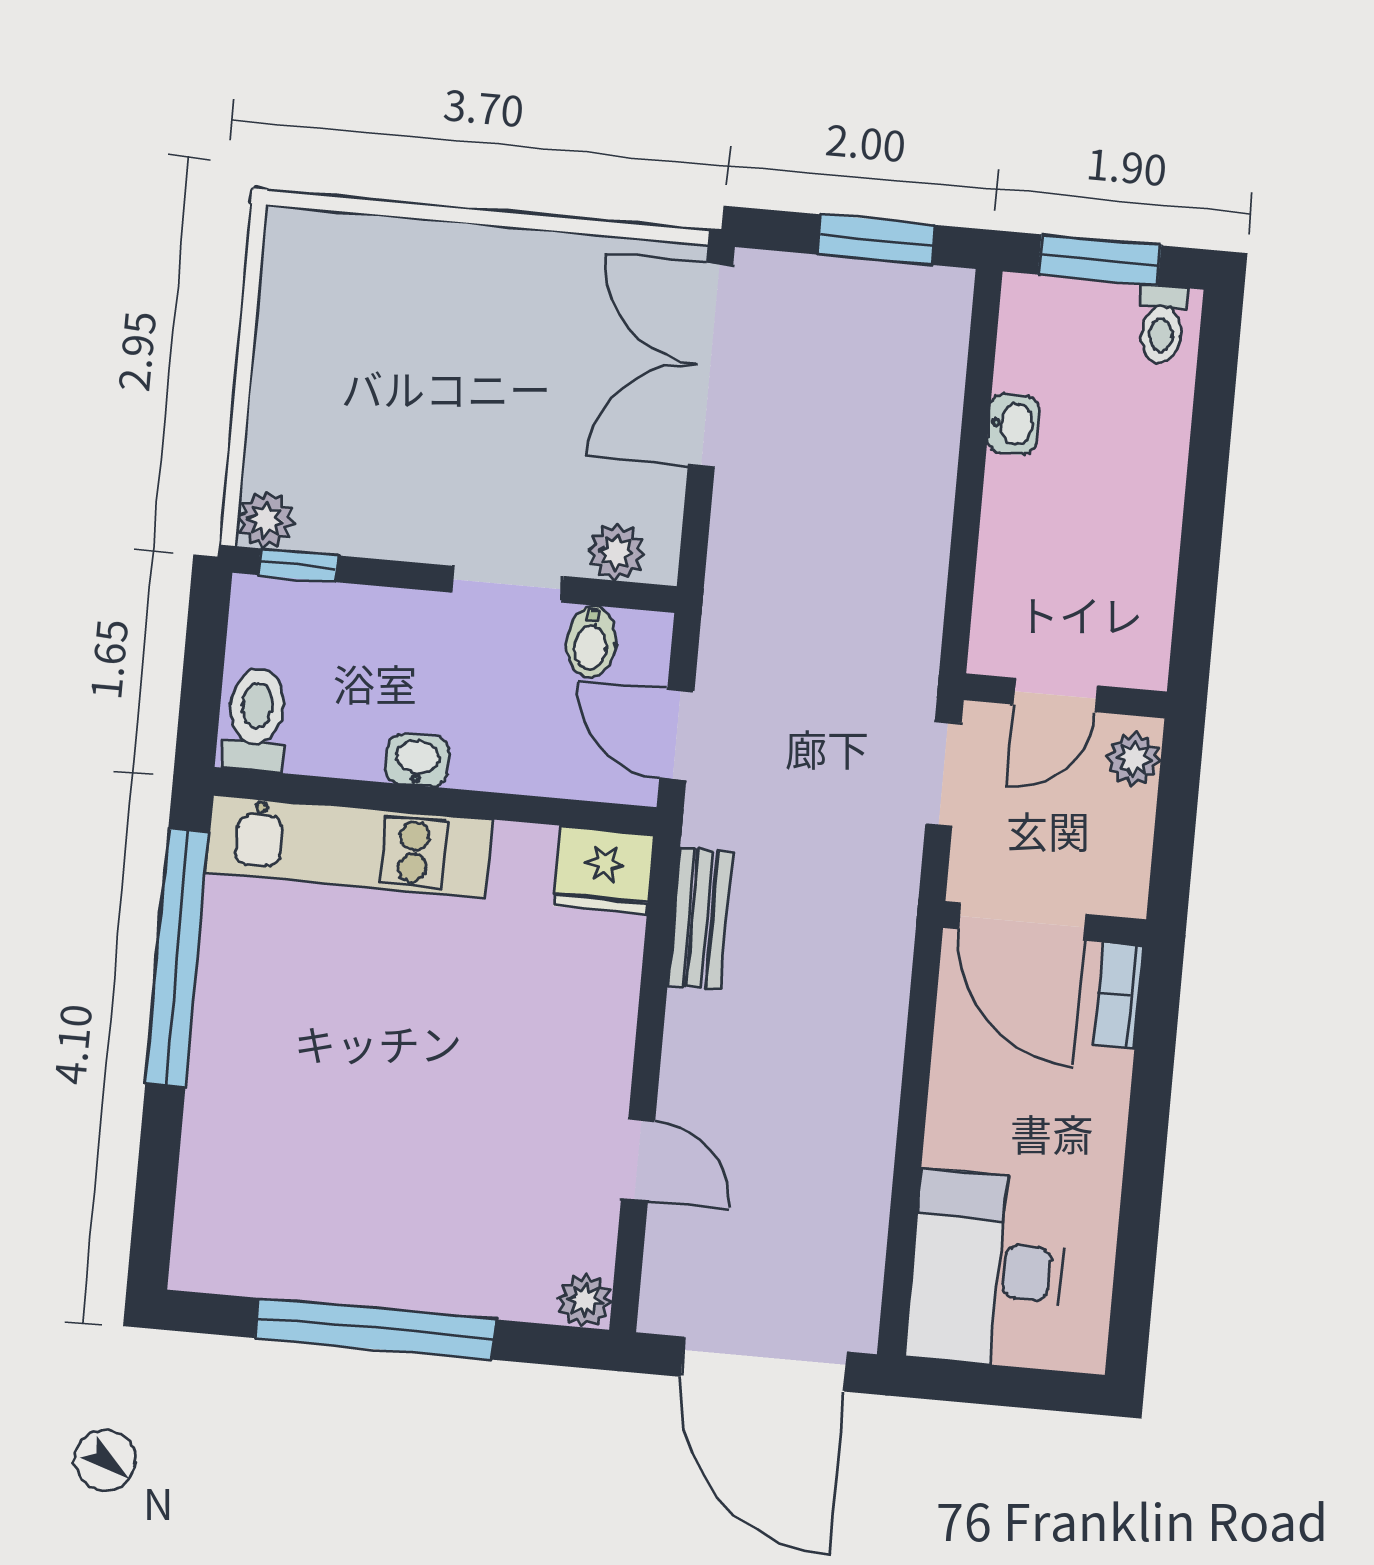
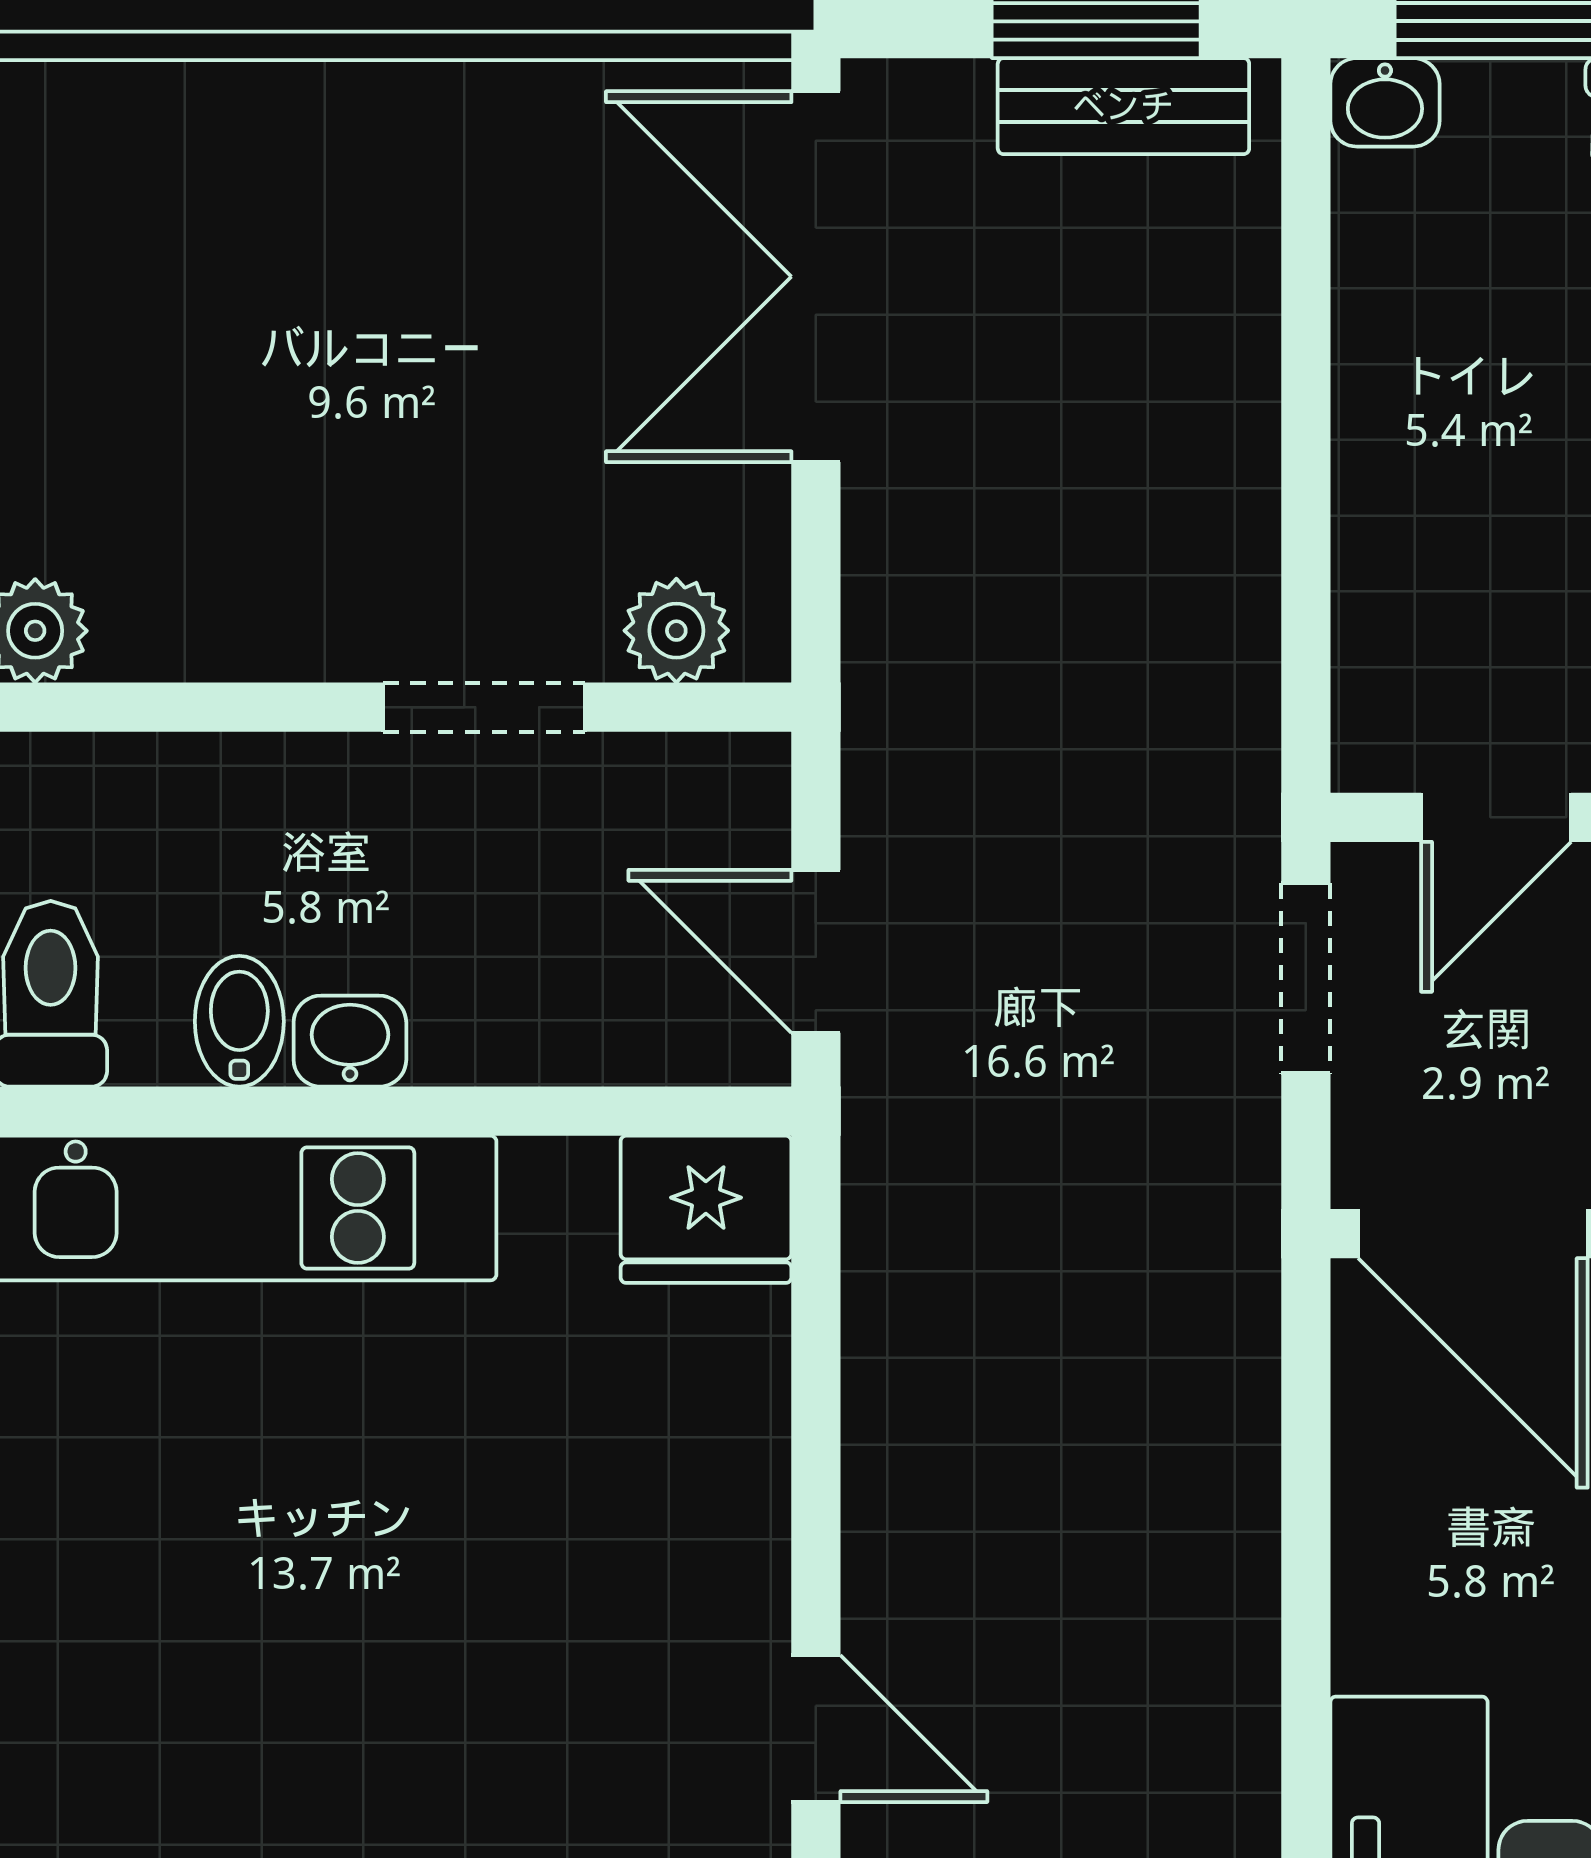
washbasin: (1013, 424) -> (1385, 102), moved, turned 90
window: (298, 565) -> (101, 707), removed
bidet: (591, 642) -> (239, 1021), moved, turned 180
bench: (700, 919) -> (1123, 106), moved, turned 90

